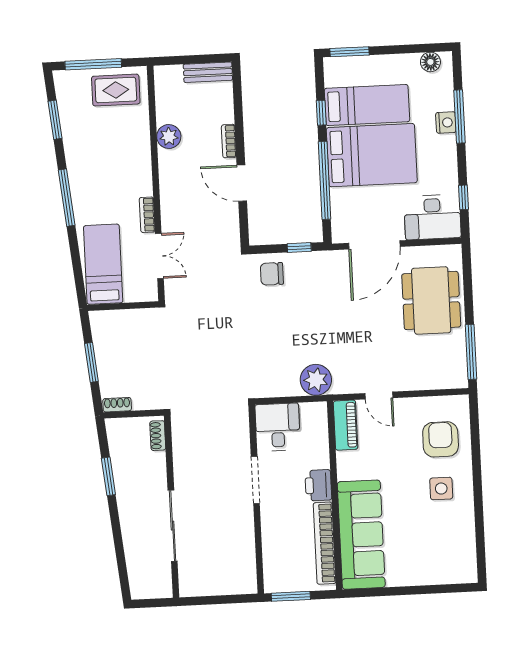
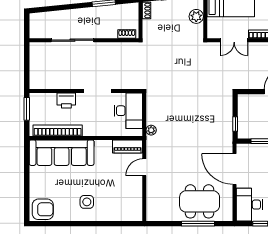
chair: (272, 274) -> (220, 107), removed
plant: (123, 321) -> (196, 16), added
window: (471, 352) -> (198, 224), moved
plant: (316, 380) -> (151, 130), width x0.53, depth x0.53
desk: (278, 427) -> (128, 111), width x1.37
armchair: (441, 439) -> (43, 209), moved
printer: (318, 485) -> (66, 100), moved, turned 180

